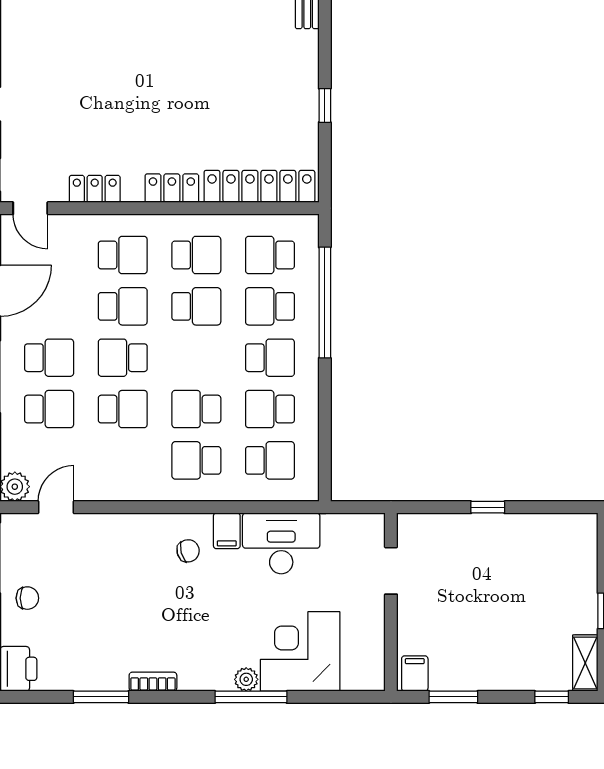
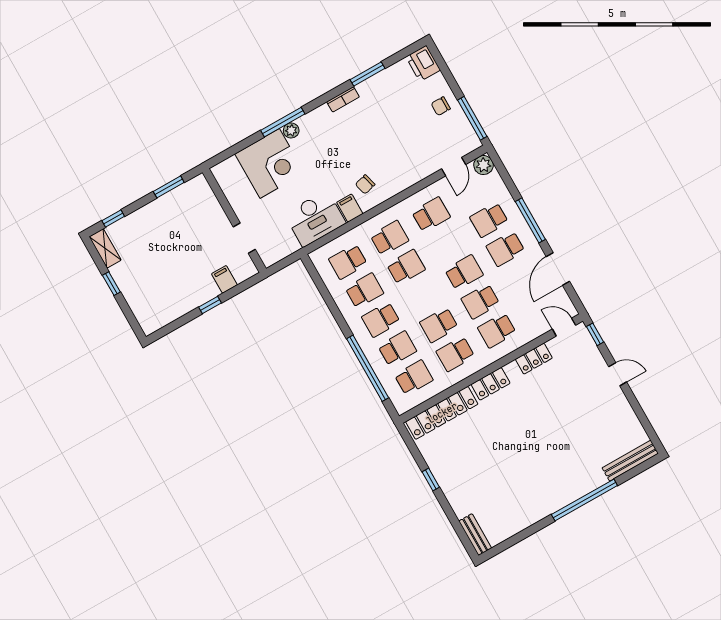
school desk: (123, 409) -> (431, 214), moved, turned 180
filing cabinet: (415, 673) -> (224, 279), moved, turned 180

